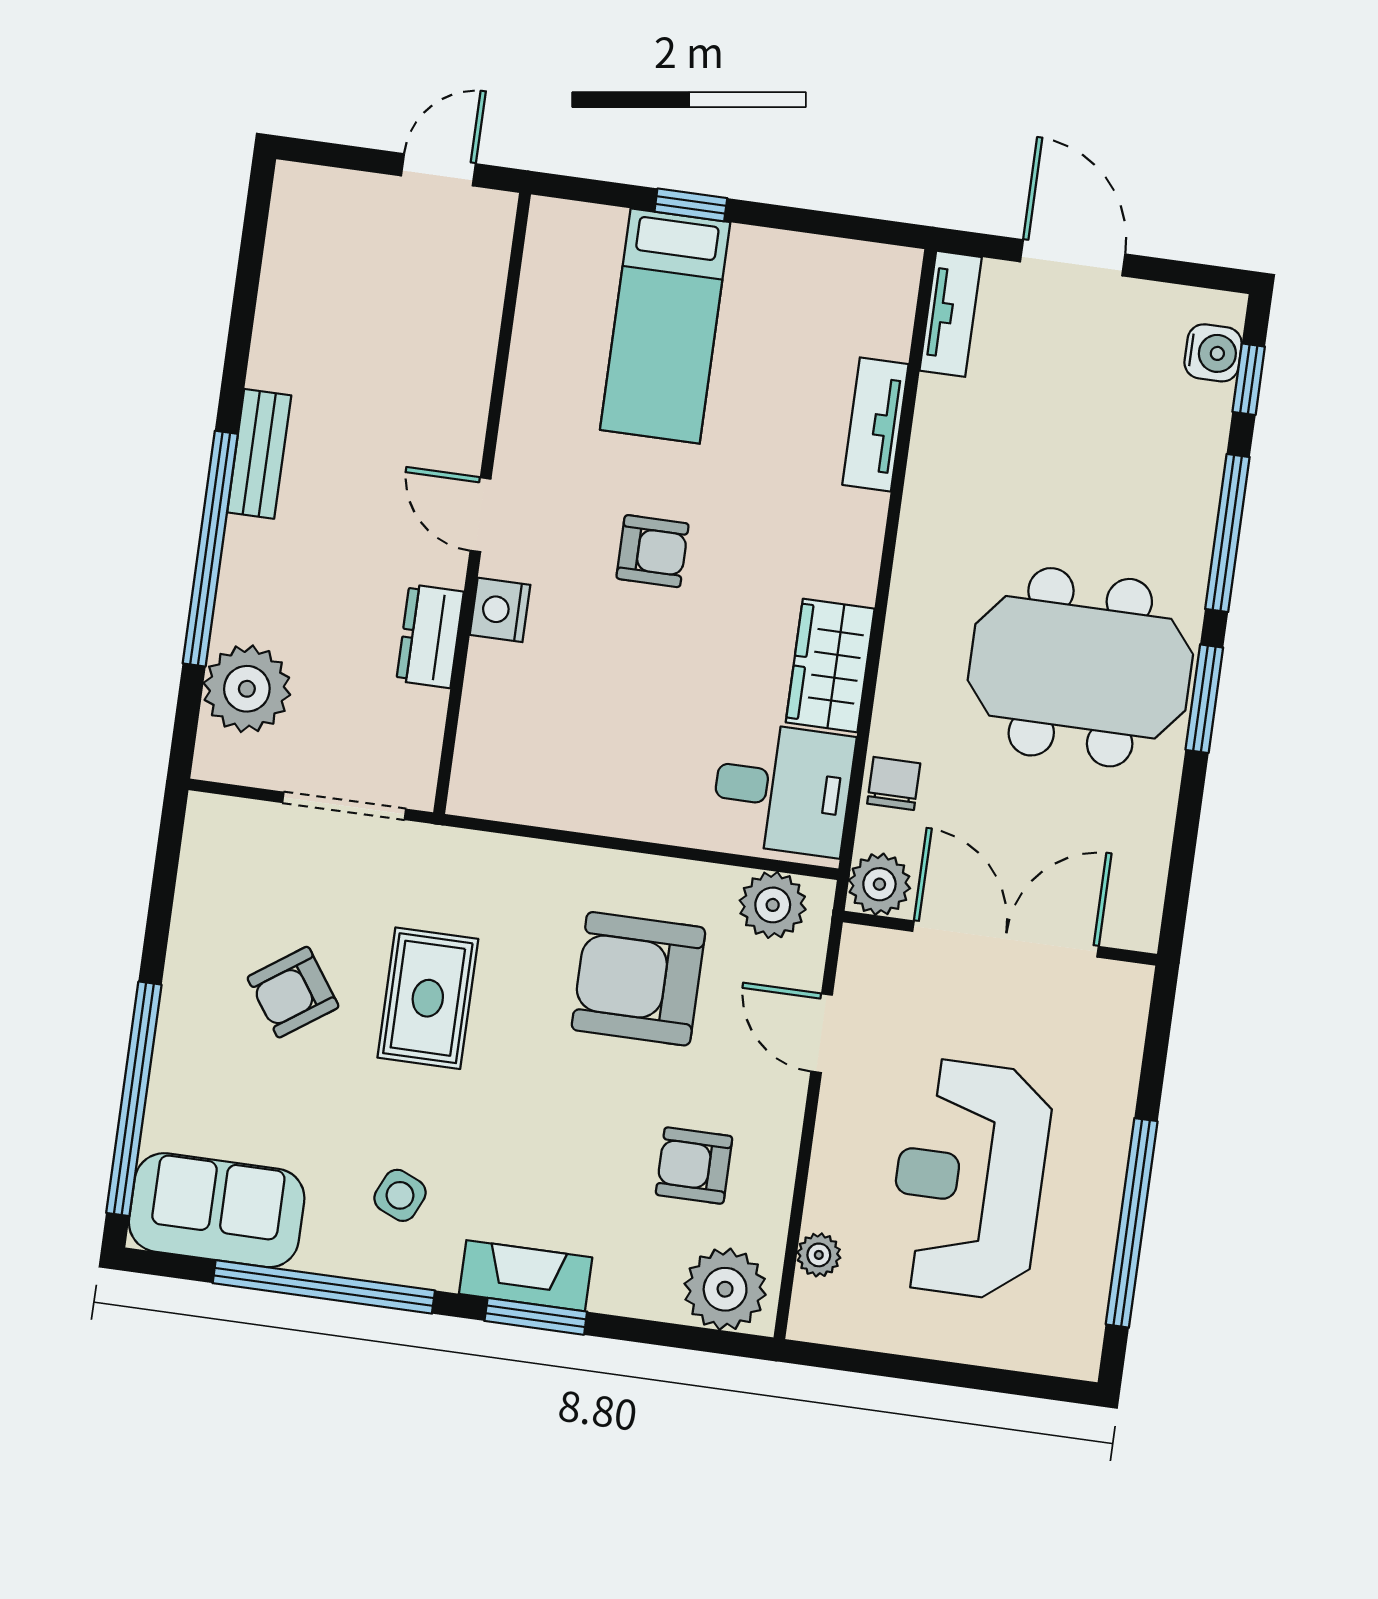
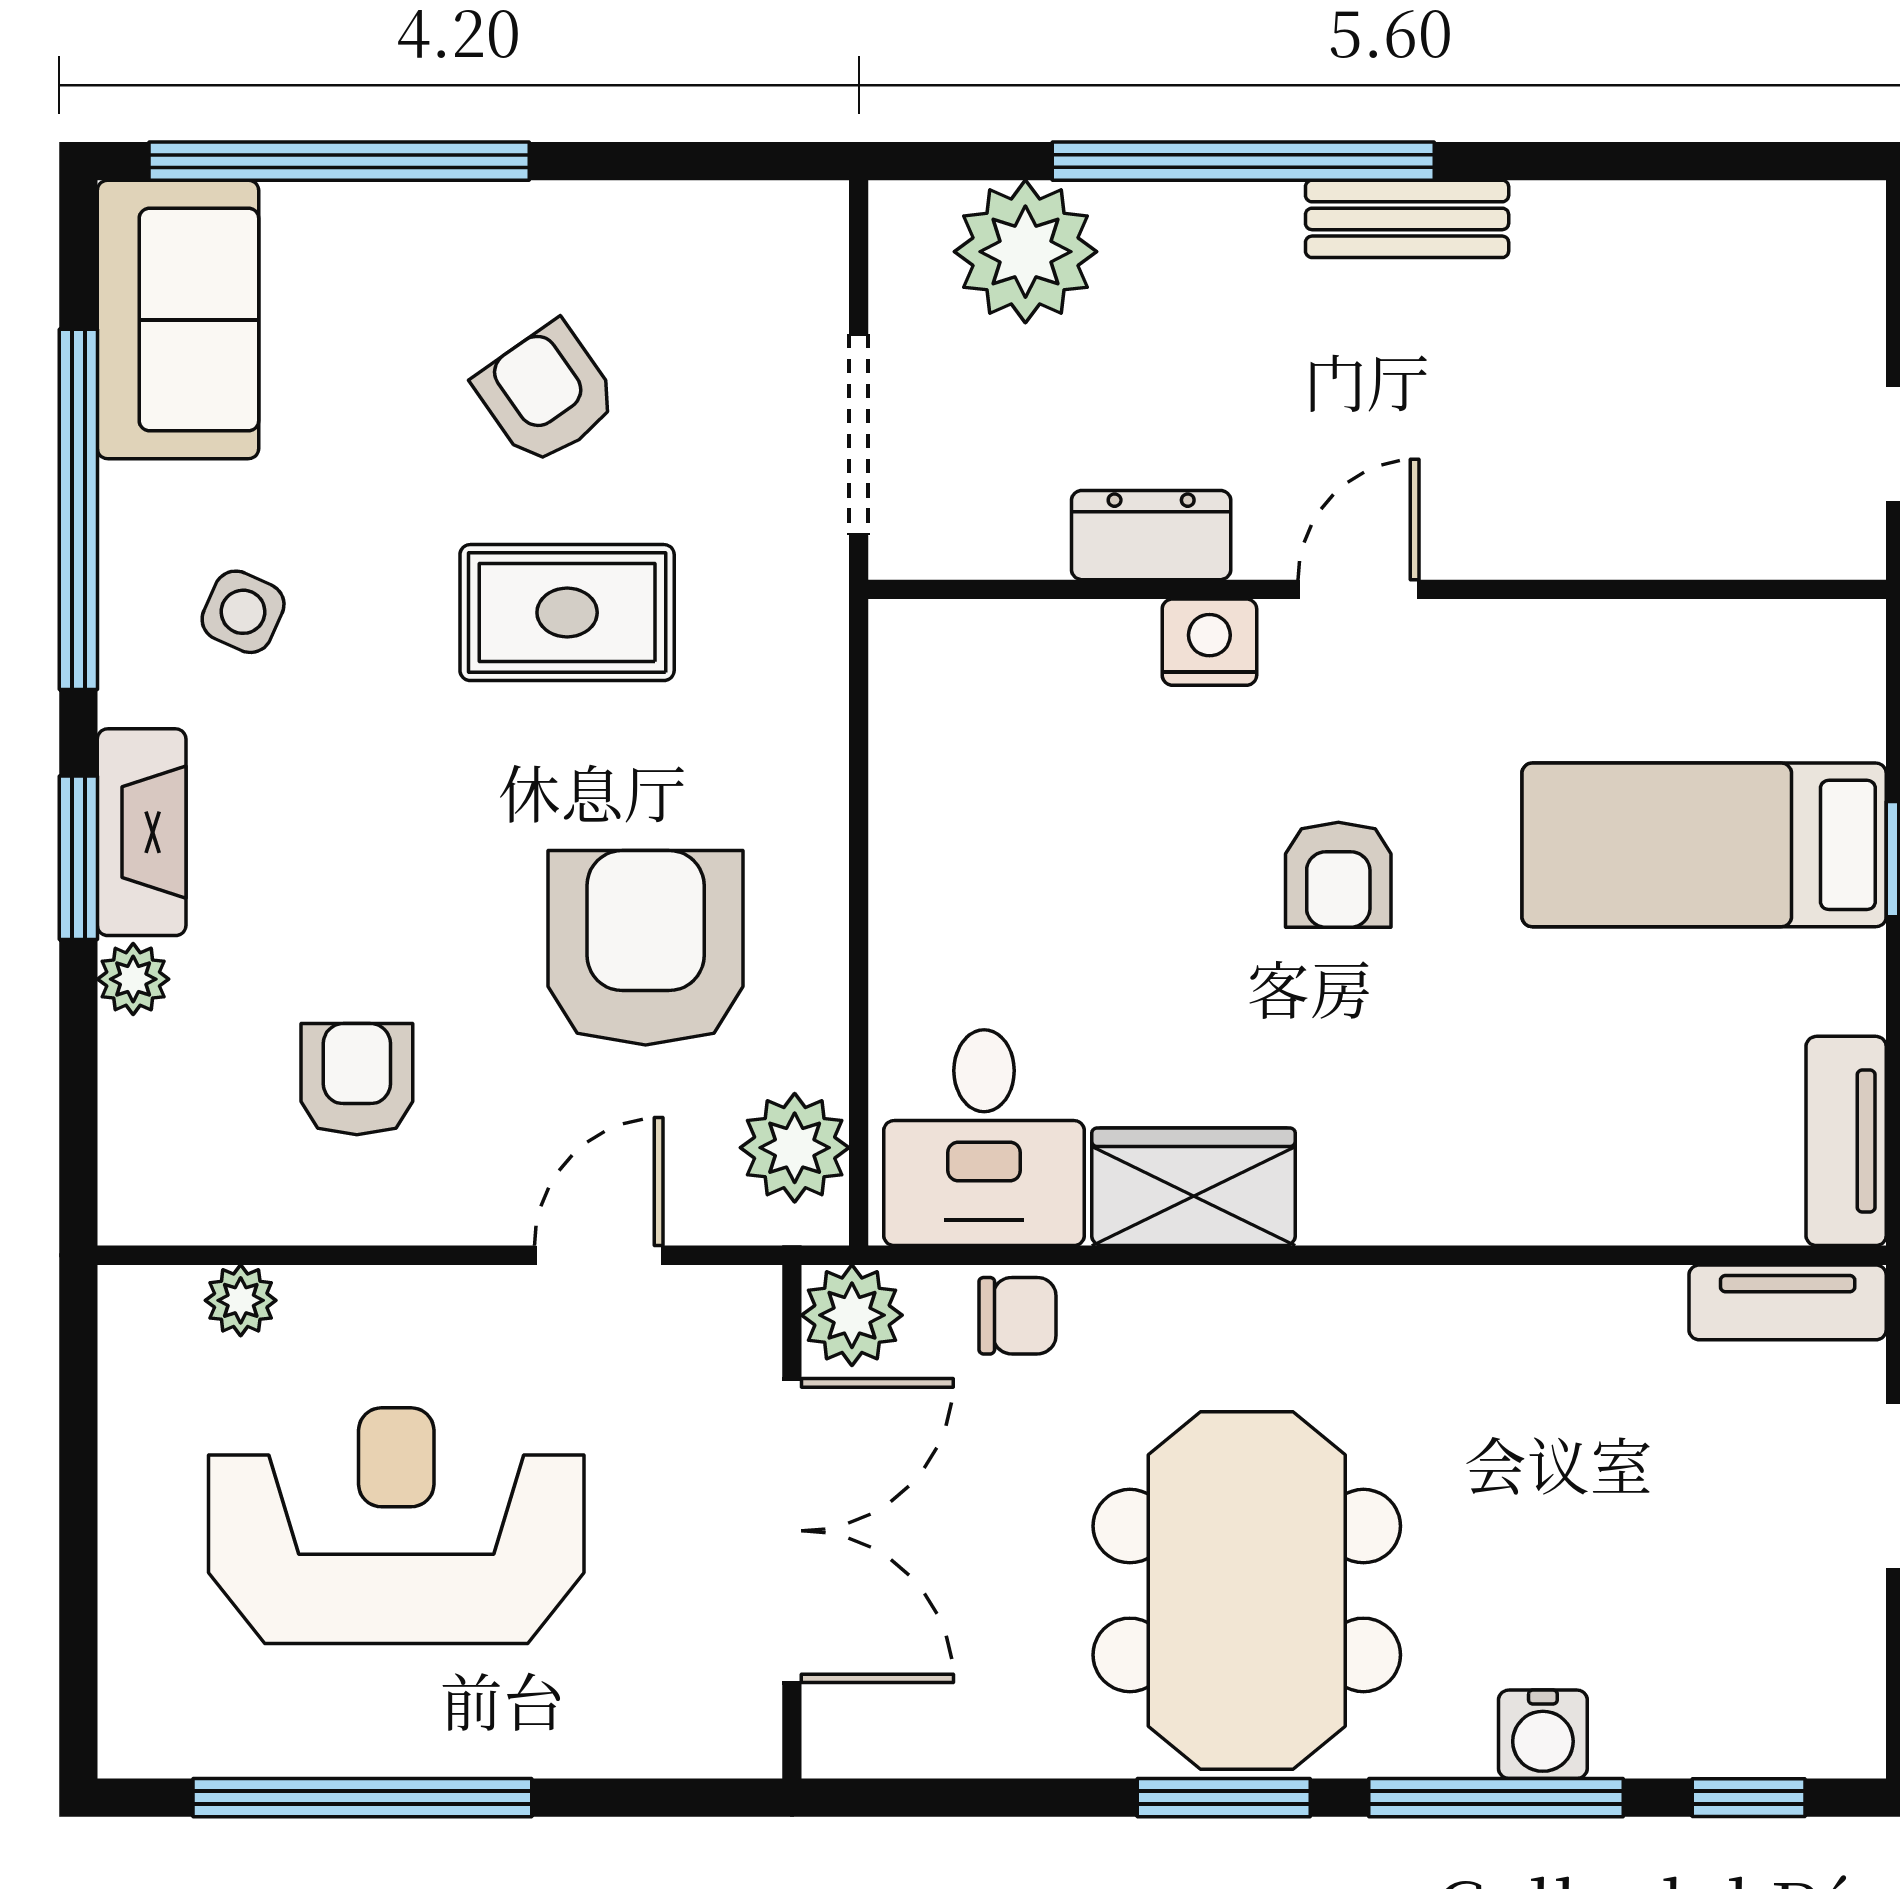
water cooler: (1213, 353) -> (1543, 1734), moved
tv unit: (875, 424) -> (1846, 1141), moved, turned -90
plant: (725, 1289) -> (133, 979), moved, width x0.53, depth x0.53

